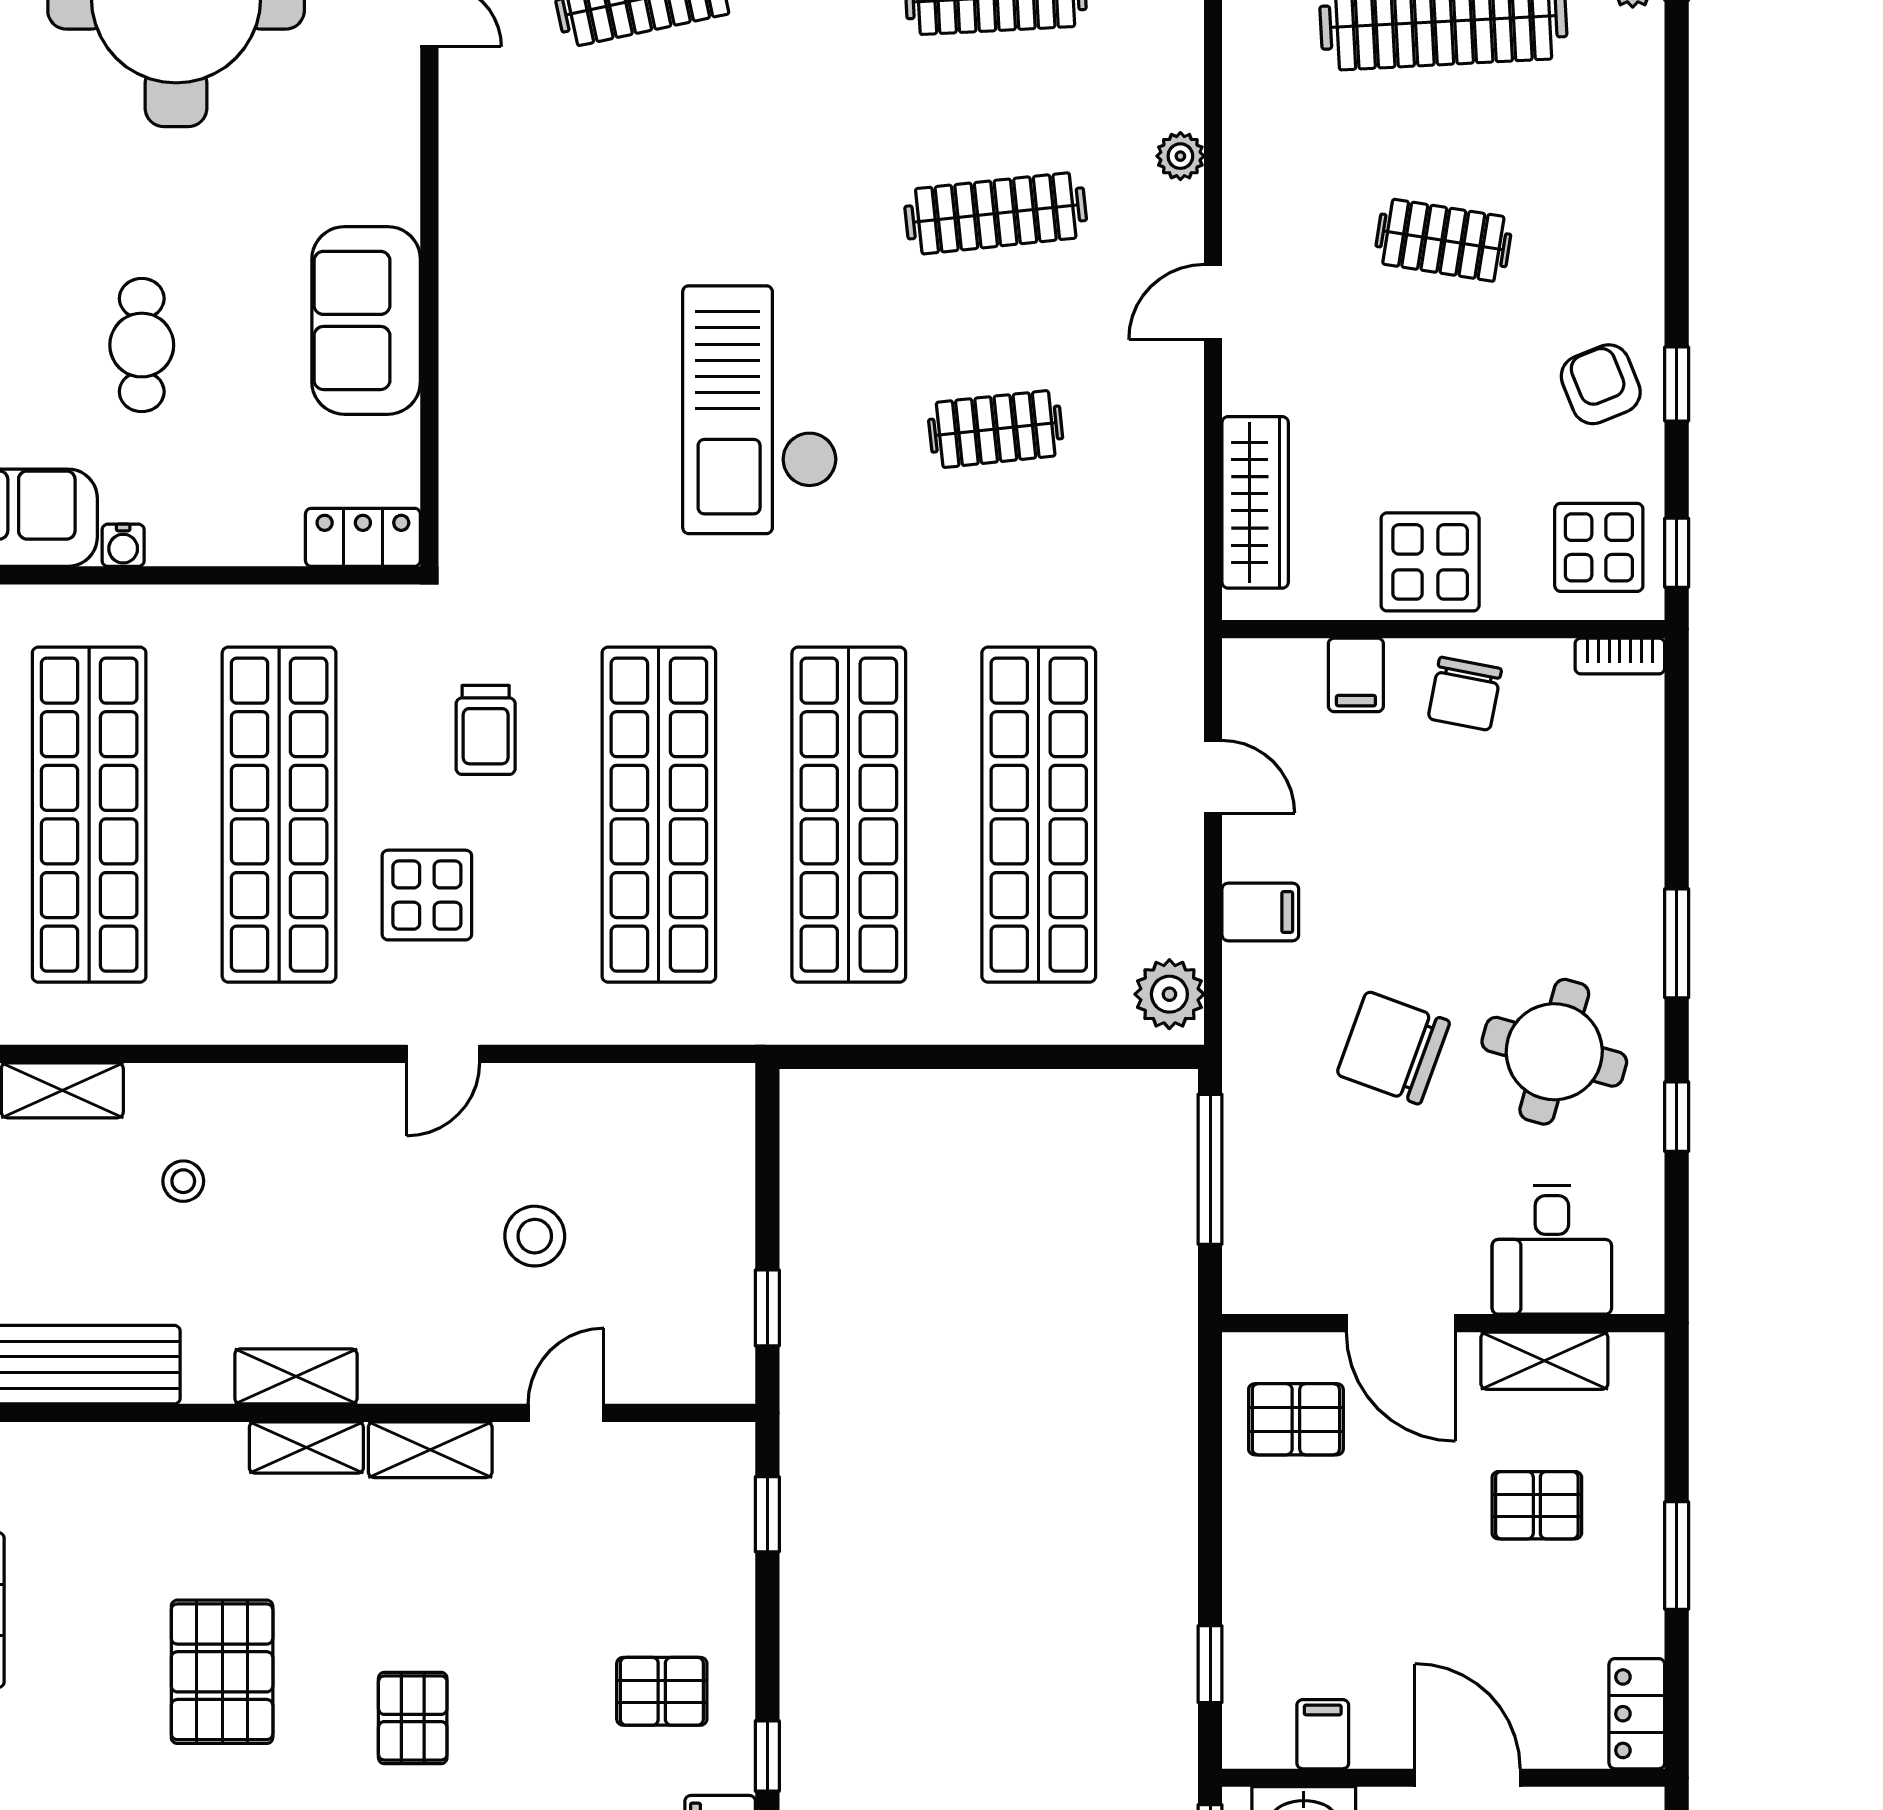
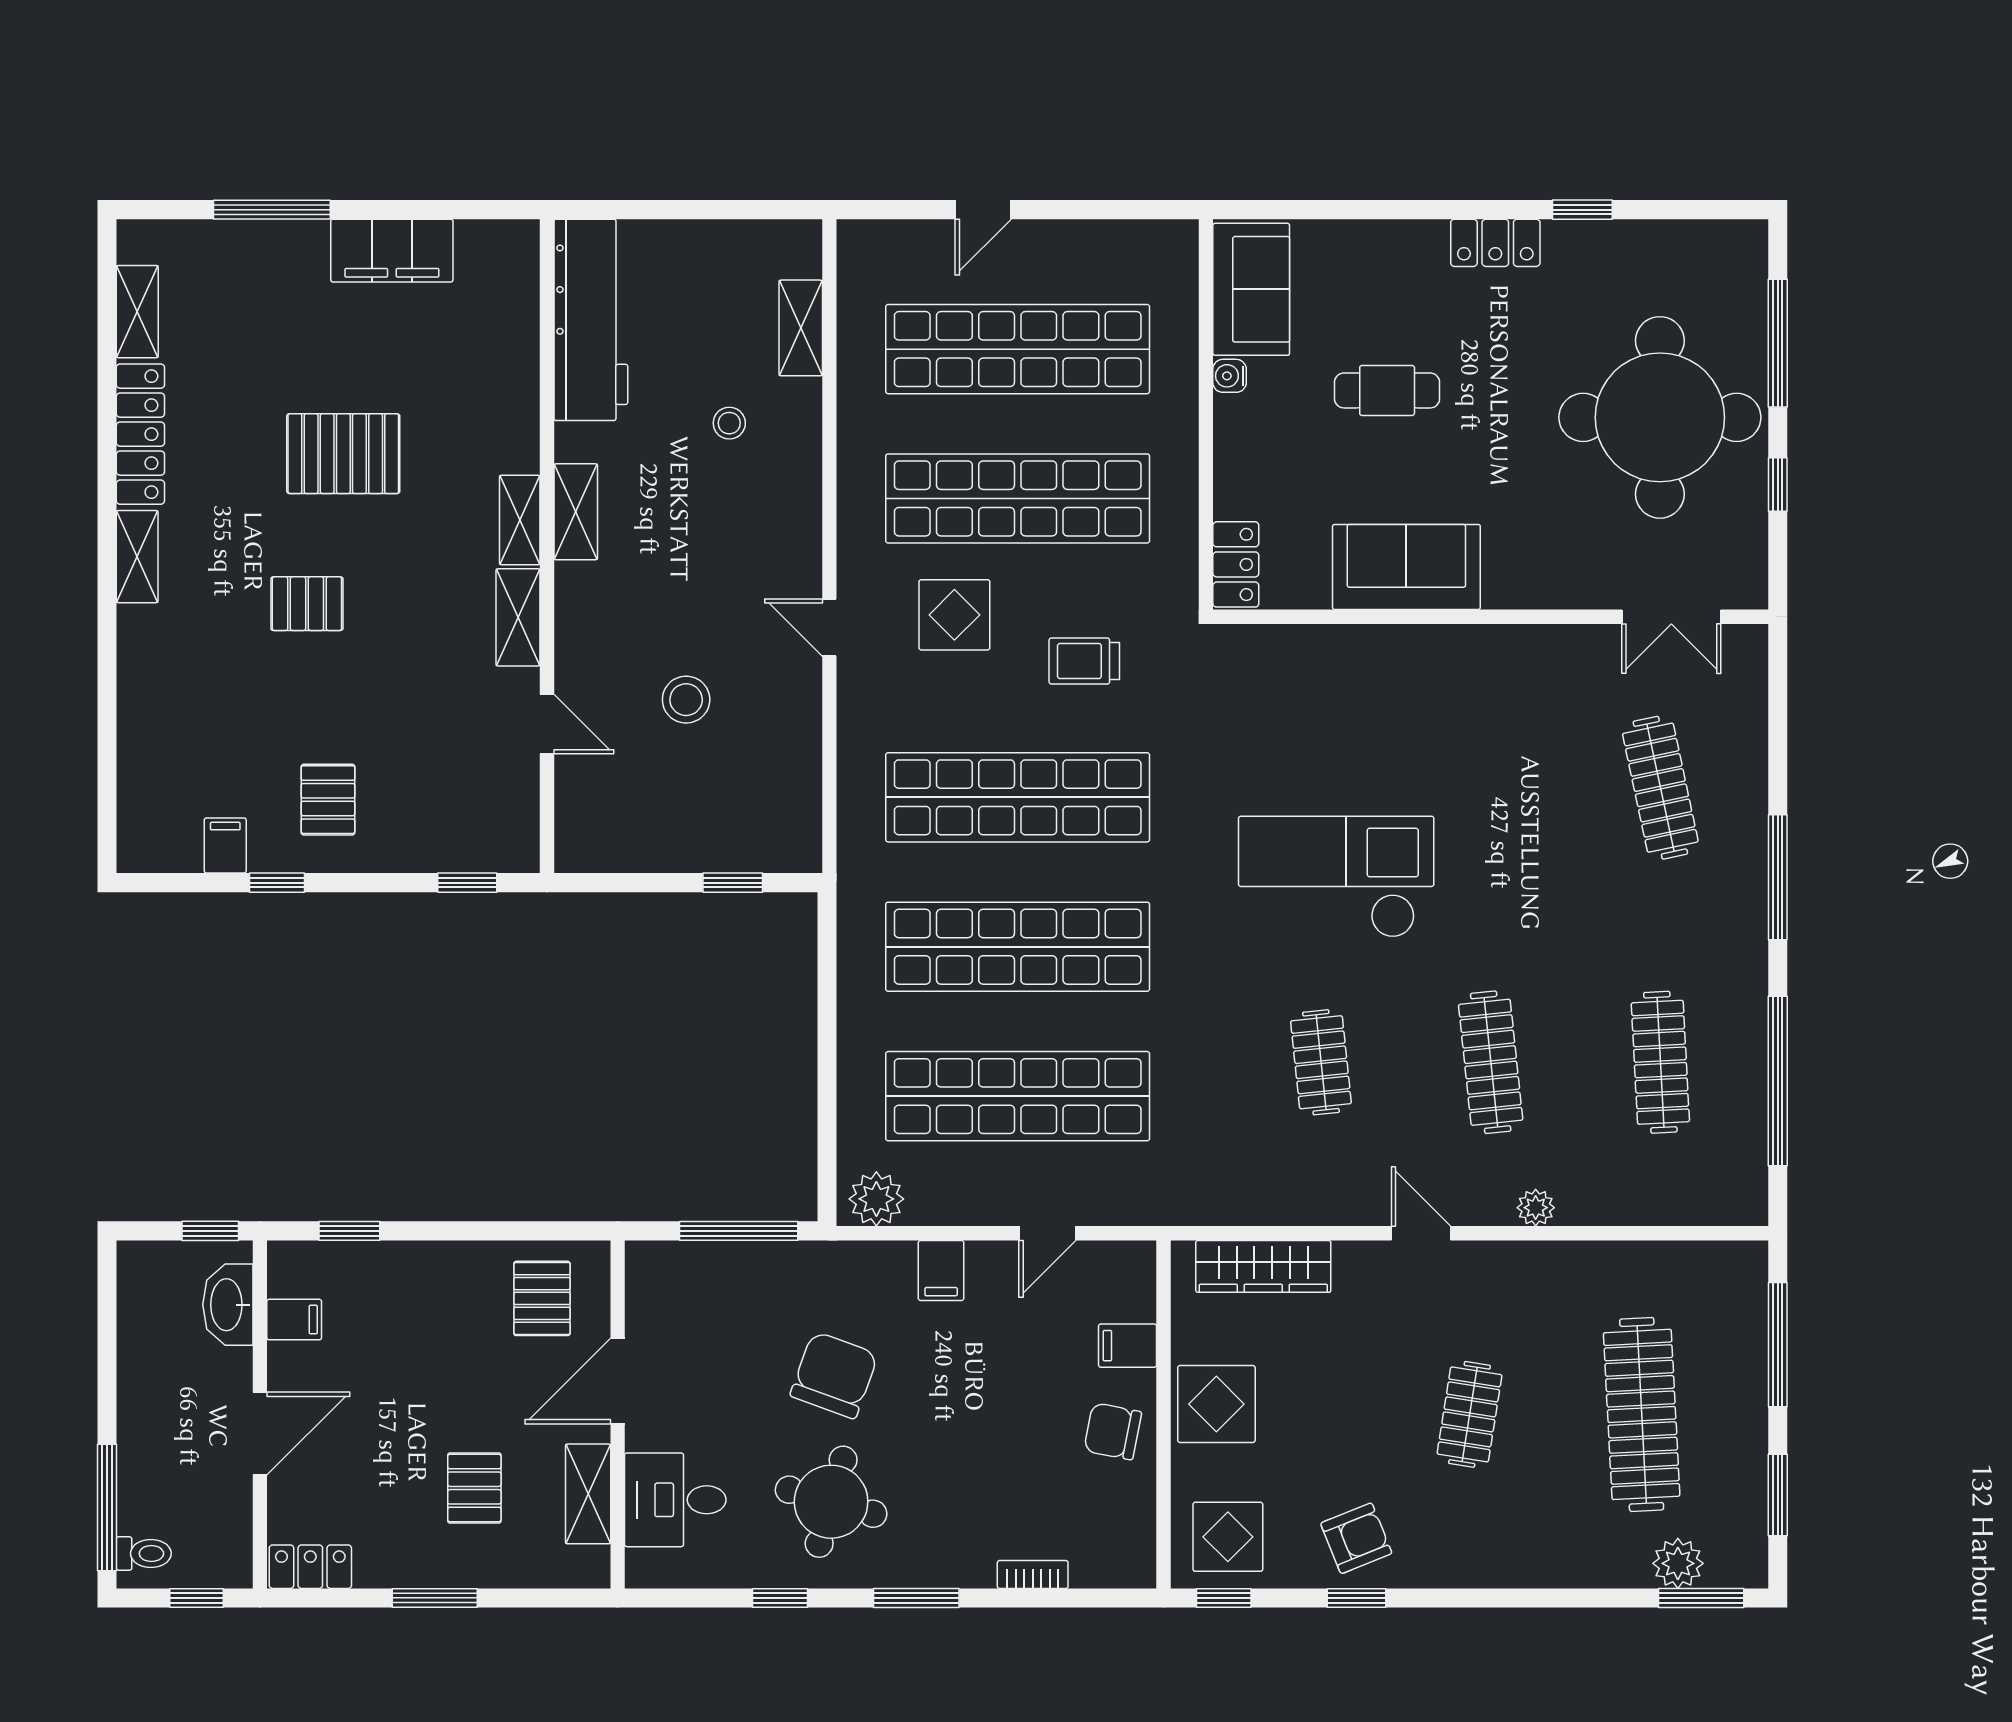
bookcase: (1620, 656) -> (1033, 1574), moved, turned 90
window: (767, 1308) -> (733, 883), moved

